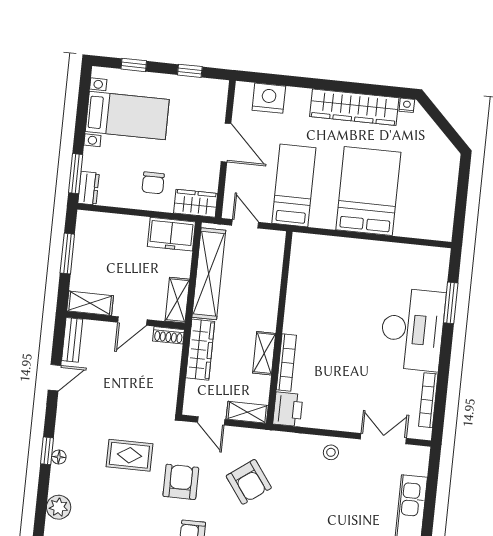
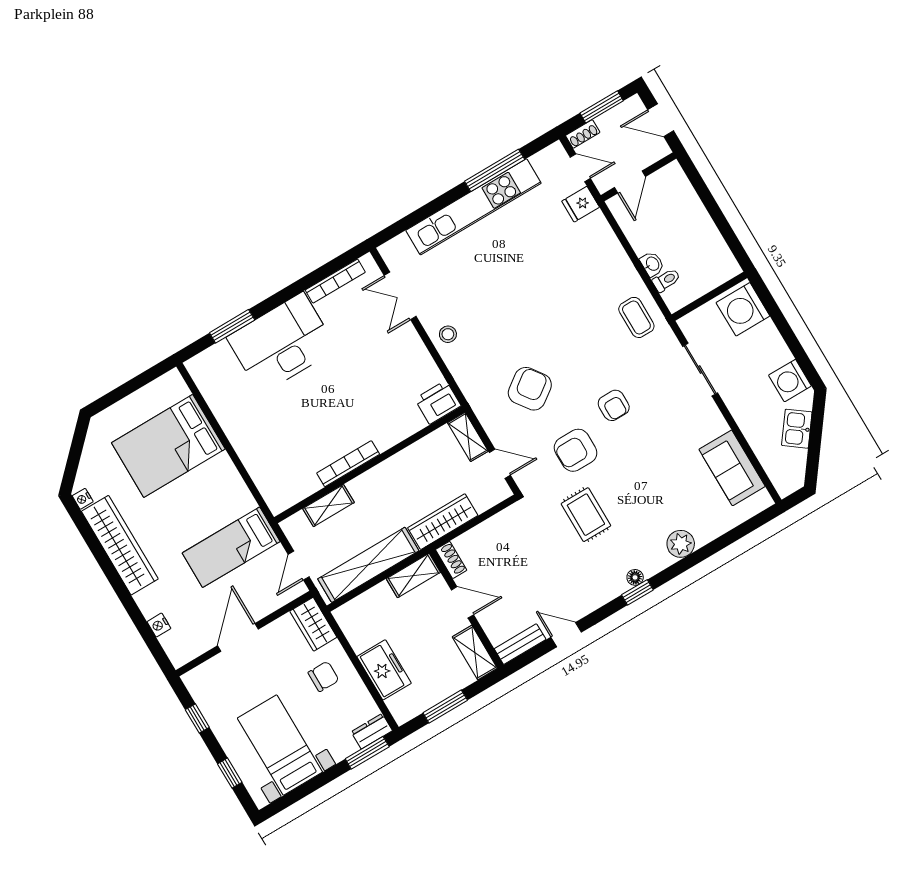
nightstand: (269, 98) -> (159, 625), width x0.53, depth x0.56
bed: (368, 191) -> (168, 446), moved
freezer: (171, 234) -> (384, 670), moved
shelving: (264, 353) -> (329, 506), moved
bookcase: (286, 363) -> (348, 464), moved
door: (211, 421) -> (500, 464), hinge flipped

